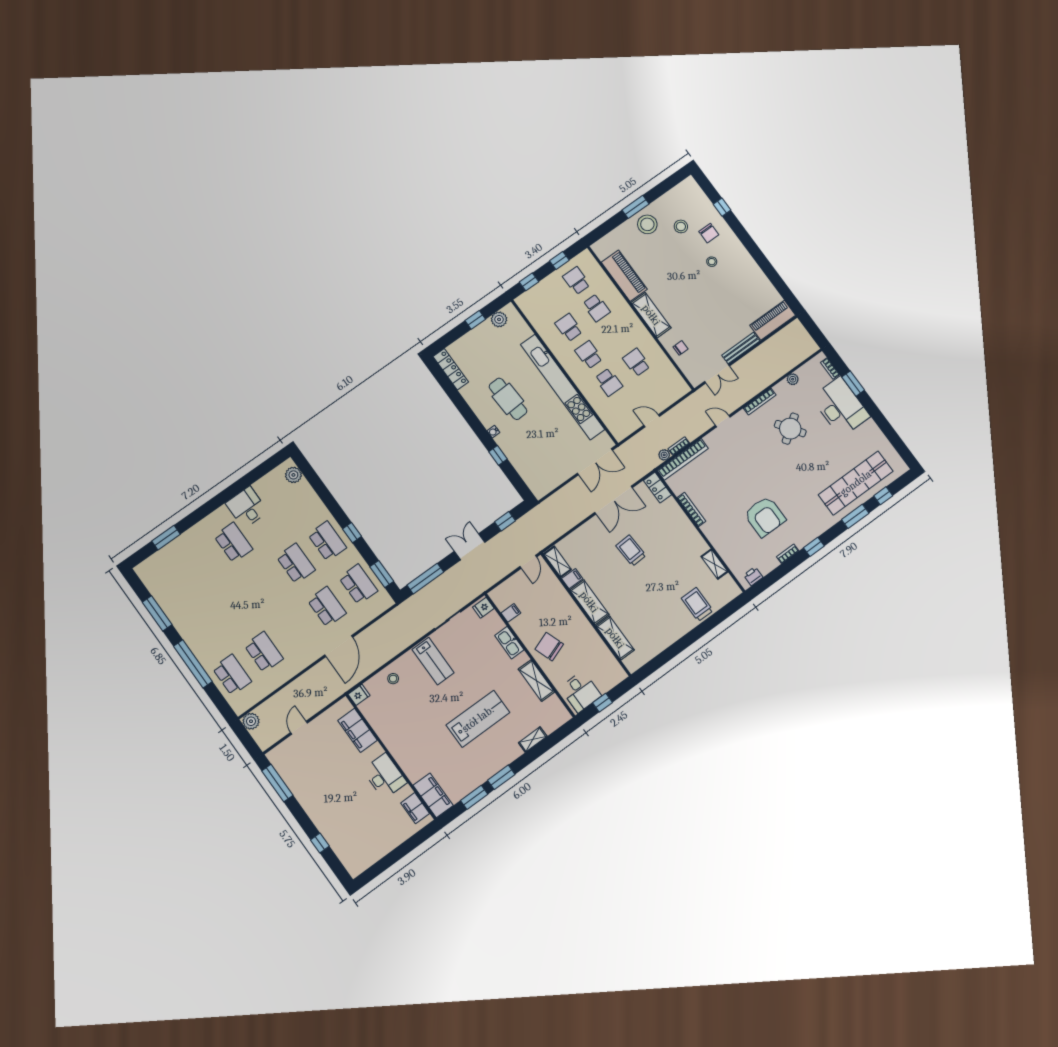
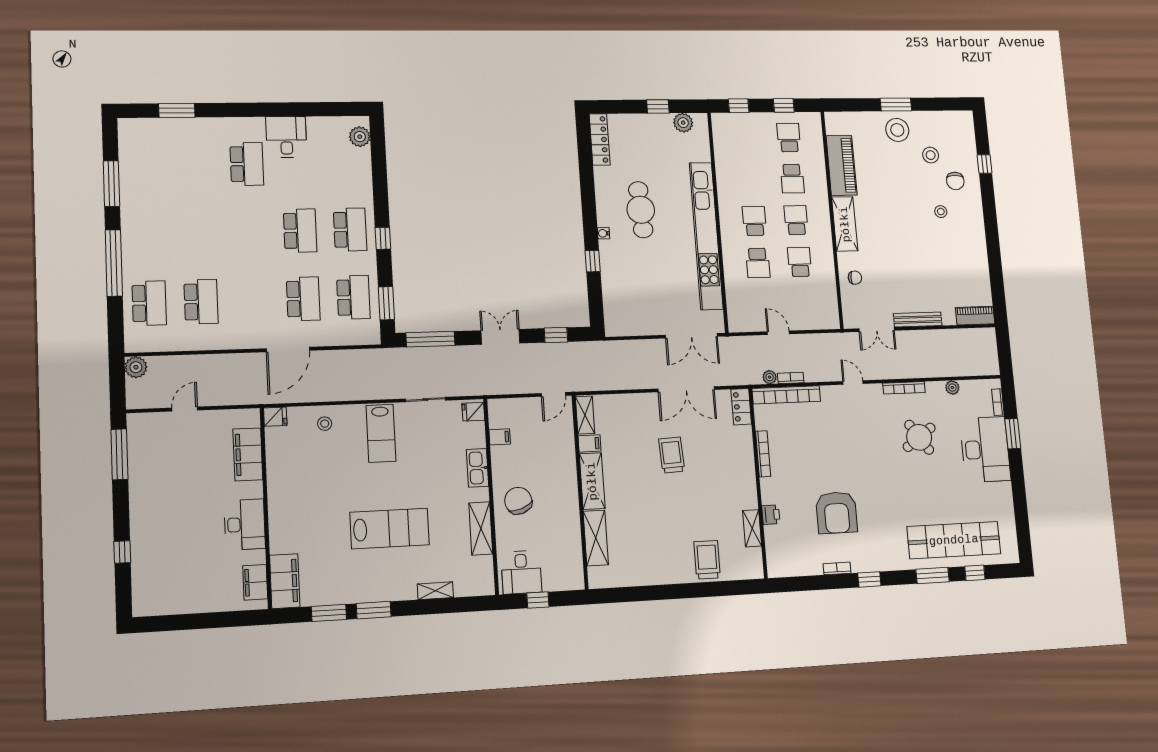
piano: (773, 320) -> (975, 316), width x0.73, depth x0.75
school desk: (569, 328) -> (796, 220), moved
printer: (753, 576) -> (771, 515), moved, turned 90

